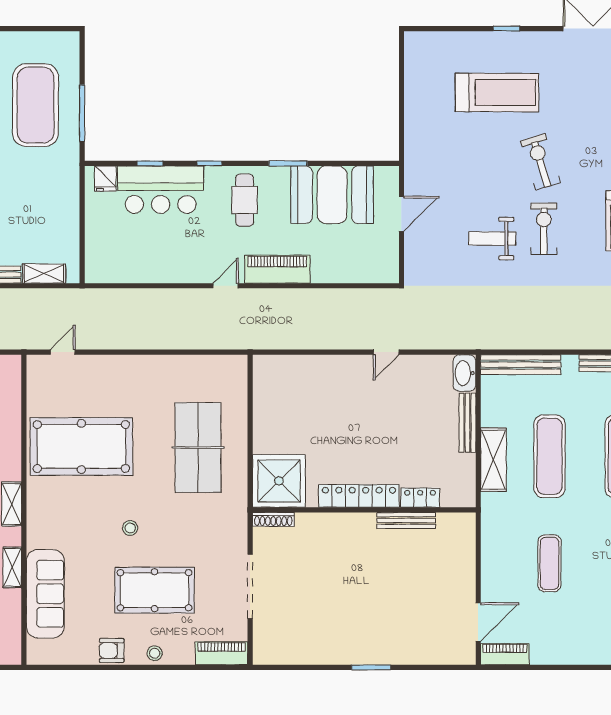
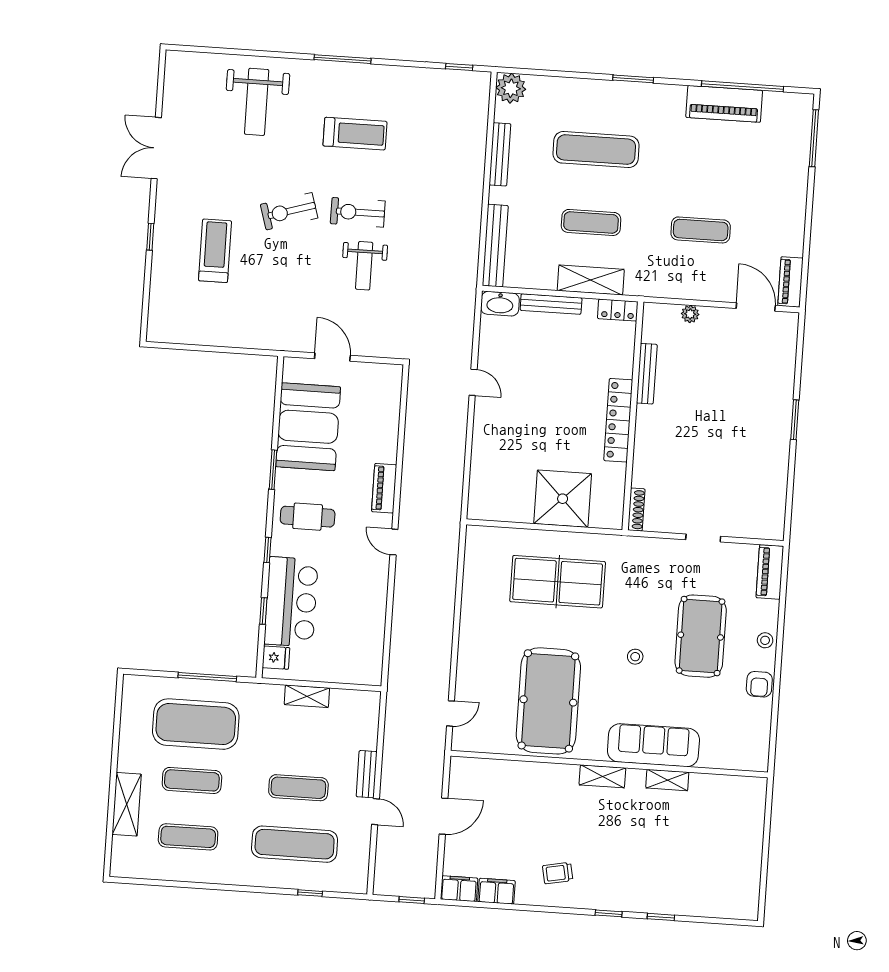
treadmill: (497, 93) -> (215, 251), width x0.73, depth x0.73
piano: (277, 269) -> (384, 488), width x0.73, depth x0.75
shelving: (44, 274) -> (307, 696), moved, turned 90
door: (63, 352) -> (450, 713), swing flipped
exercise mat: (549, 456) -> (591, 222), width x0.73, depth x0.69
shower: (279, 481) -> (563, 499), moved
locker: (420, 498) -> (618, 310), moved, turned -90
plant: (467, 559) -> (690, 314), added
doorway: (250, 586) -> (703, 538), width x0.53
sofa: (45, 594) -> (653, 745), moved

